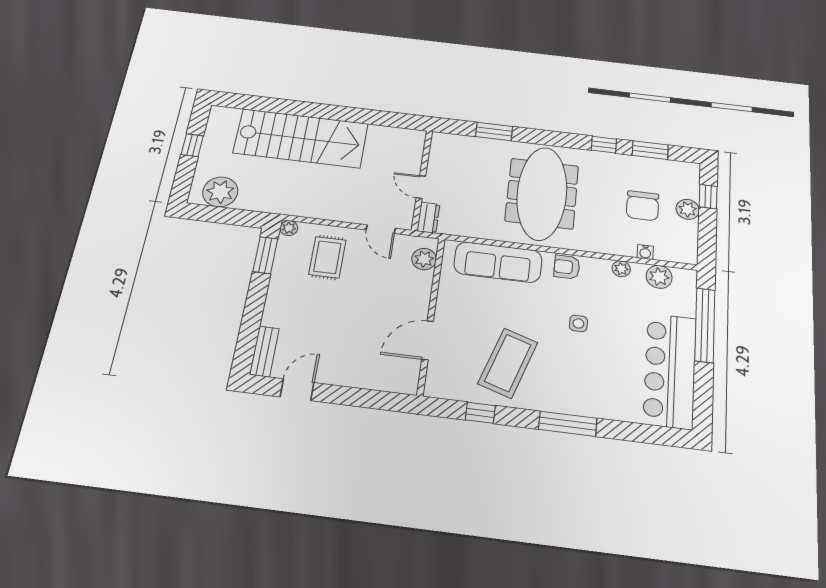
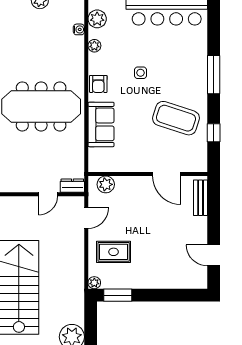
chair: (643, 206) -> (41, 33), removed
sofa: (498, 262) -> (101, 124), width x0.73
bench: (264, 351) -> (201, 198), moved, turned 90

